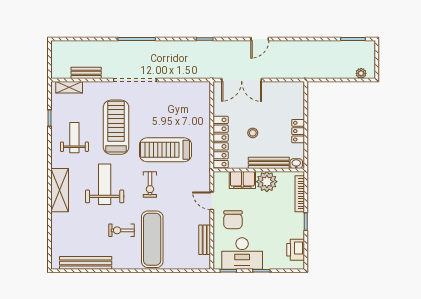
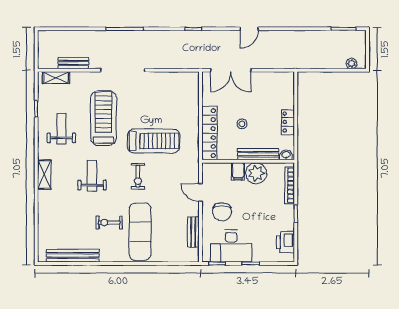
treadmill: (166, 150) -> (154, 141), turned 180
filing cabinet: (242, 180) -> (238, 171), width x0.50
weight bench: (105, 184) -> (92, 176), width x0.73, depth x0.75
shelving: (60, 190) -> (44, 175), width x0.67, depth x0.75

